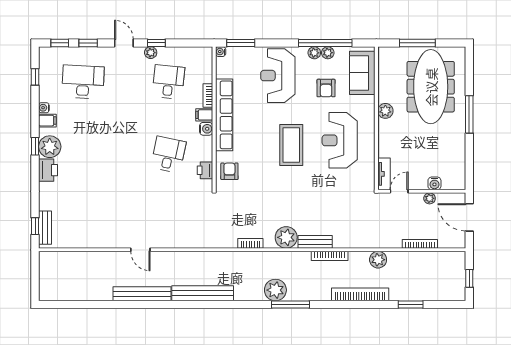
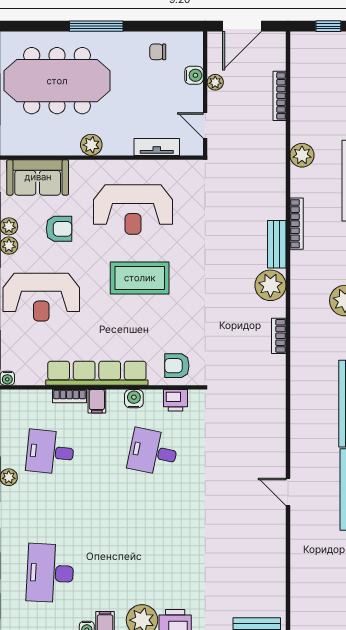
water cooler: (206, 129) -> (134, 399), moved
chair: (451, 158) -> (158, 52), added
tv unit: (384, 174) -> (157, 147), moved
door: (140, 250) -> (288, 492), swing flipped

